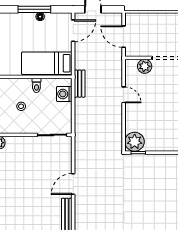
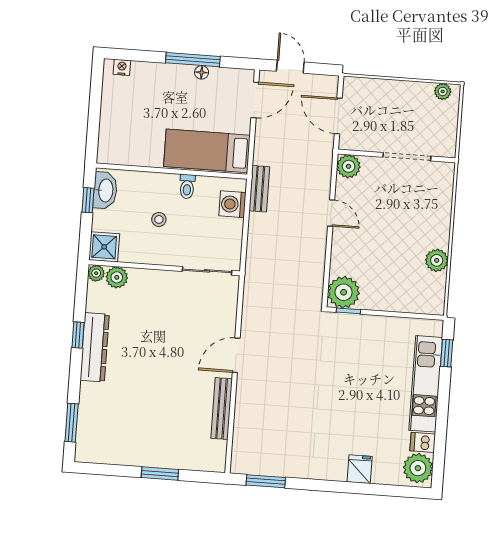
plant: (145, 66) -> (349, 166), moved

